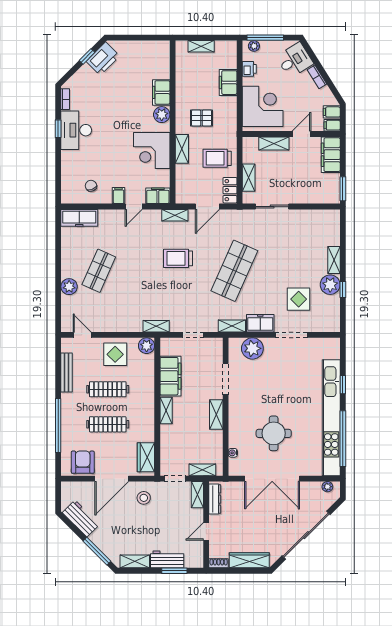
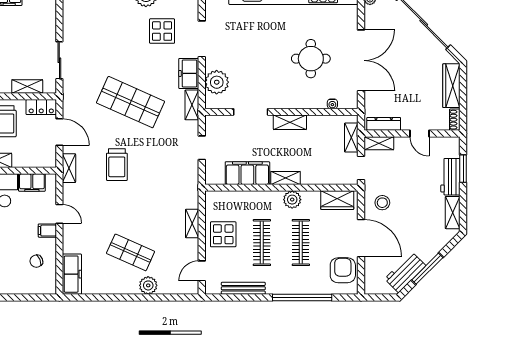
filing cabinet: (158, 196) -> (32, 183), moved, turned -90
shelving: (156, 326) -> (192, 223), moved
plant: (147, 346) -> (292, 200), moved
armchair: (83, 462) -> (343, 270), turned 90
window: (97, 551) -> (427, 269), moved

